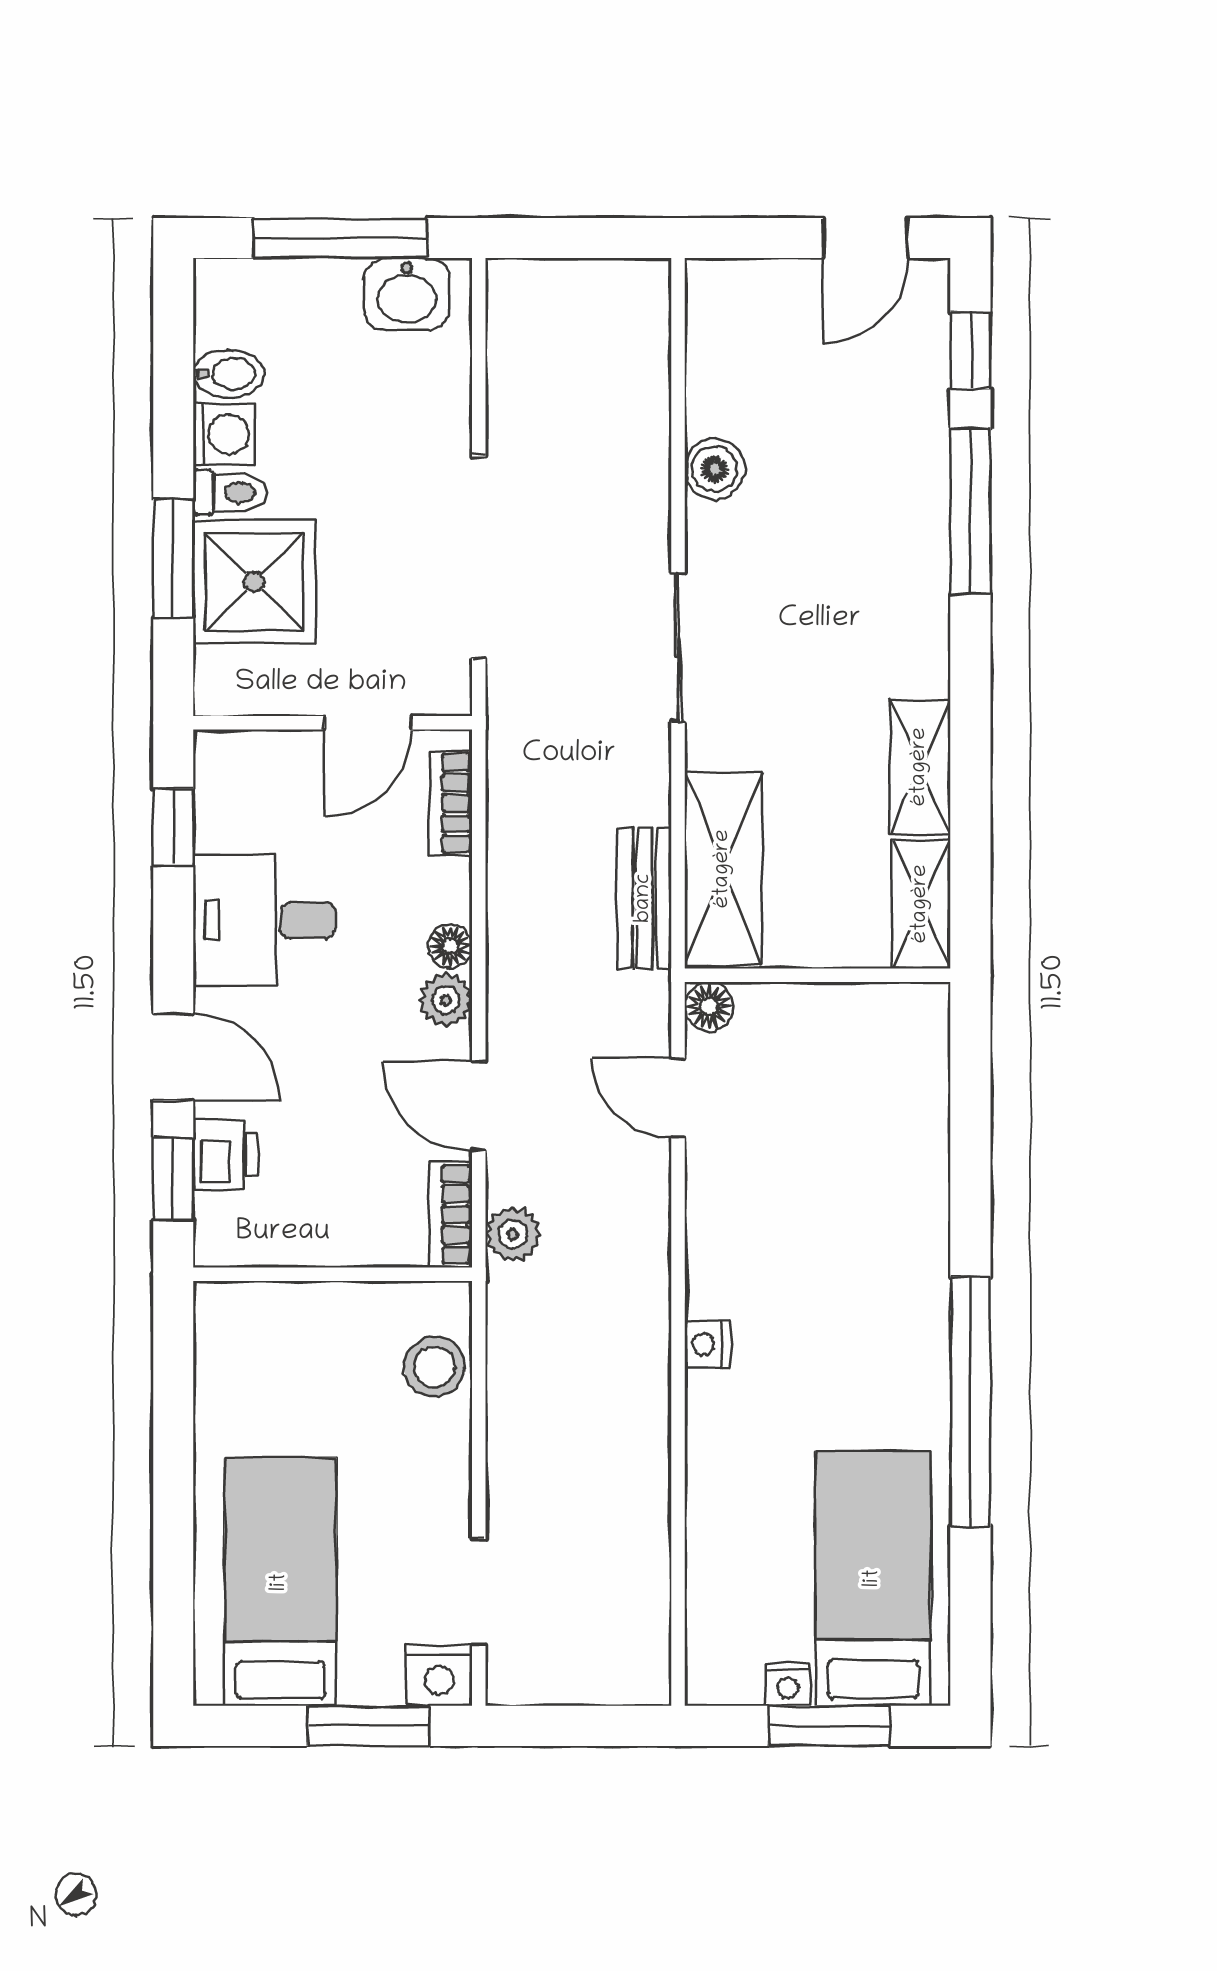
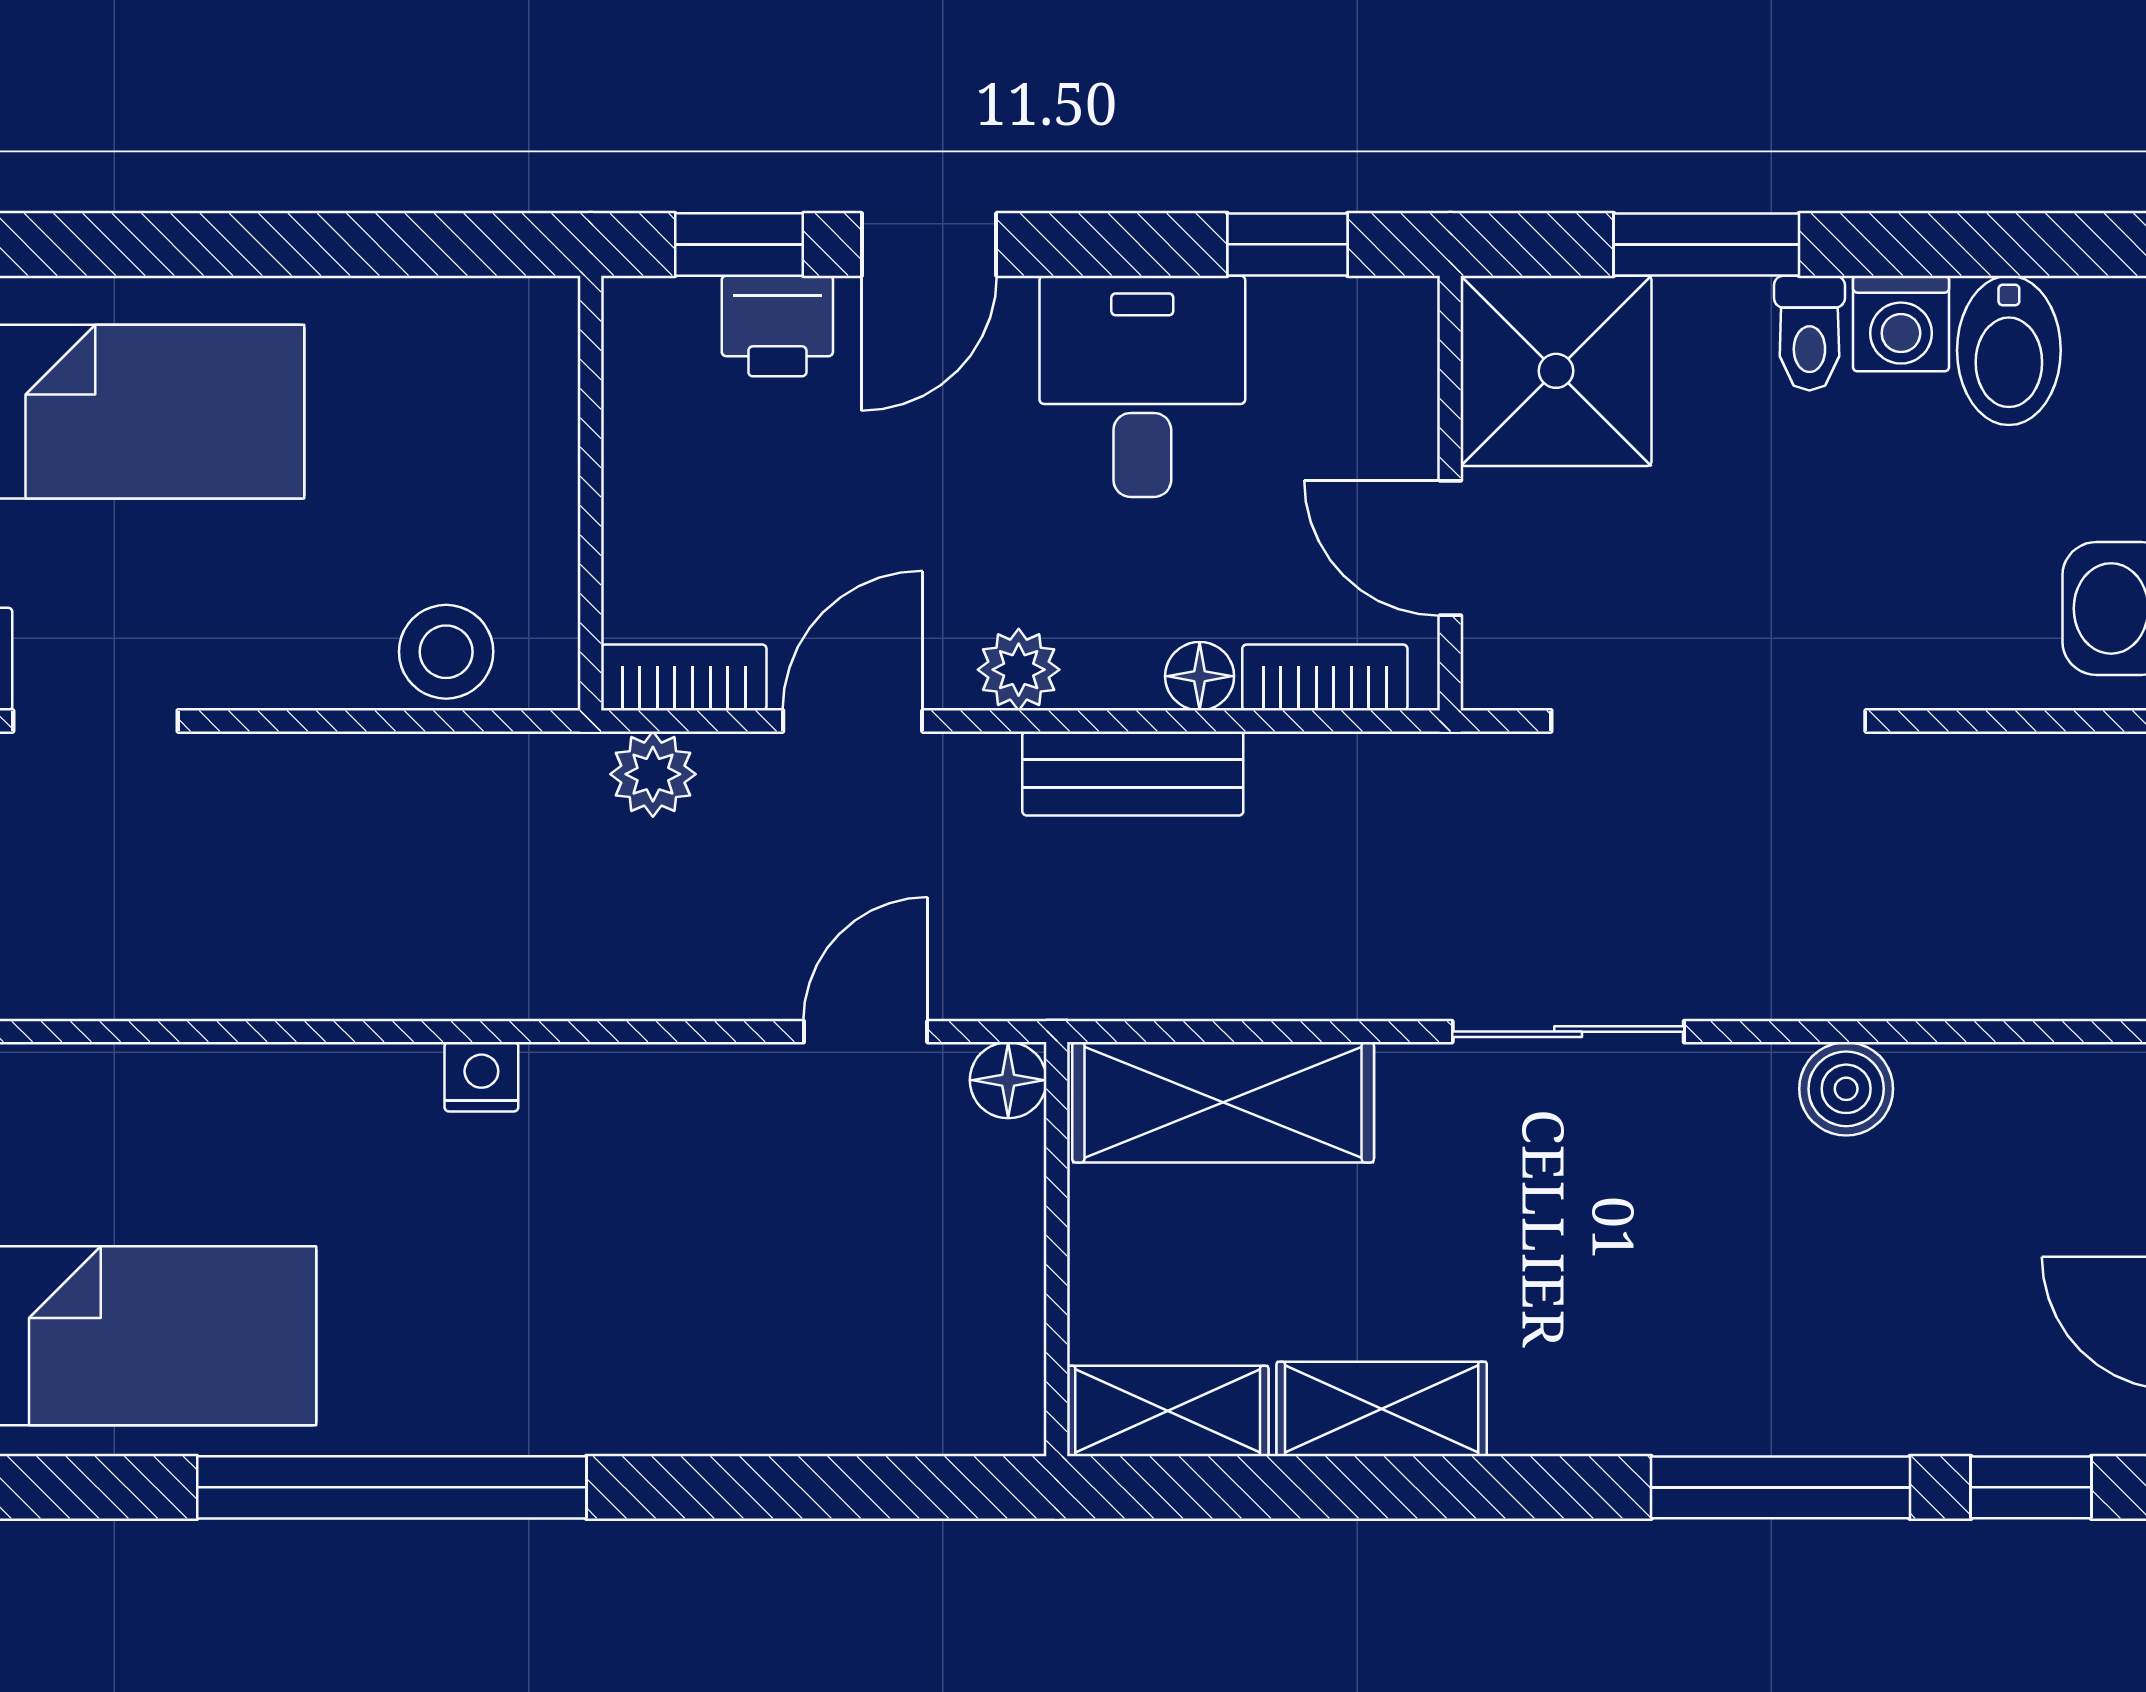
bidet: (228, 374) -> (2009, 350), width x1.38, depth x1.36
shower: (254, 582) -> (1556, 371), moved
bench: (644, 898) -> (1133, 773), moved
floor lamp: (450, 946) -> (1200, 676), moved

